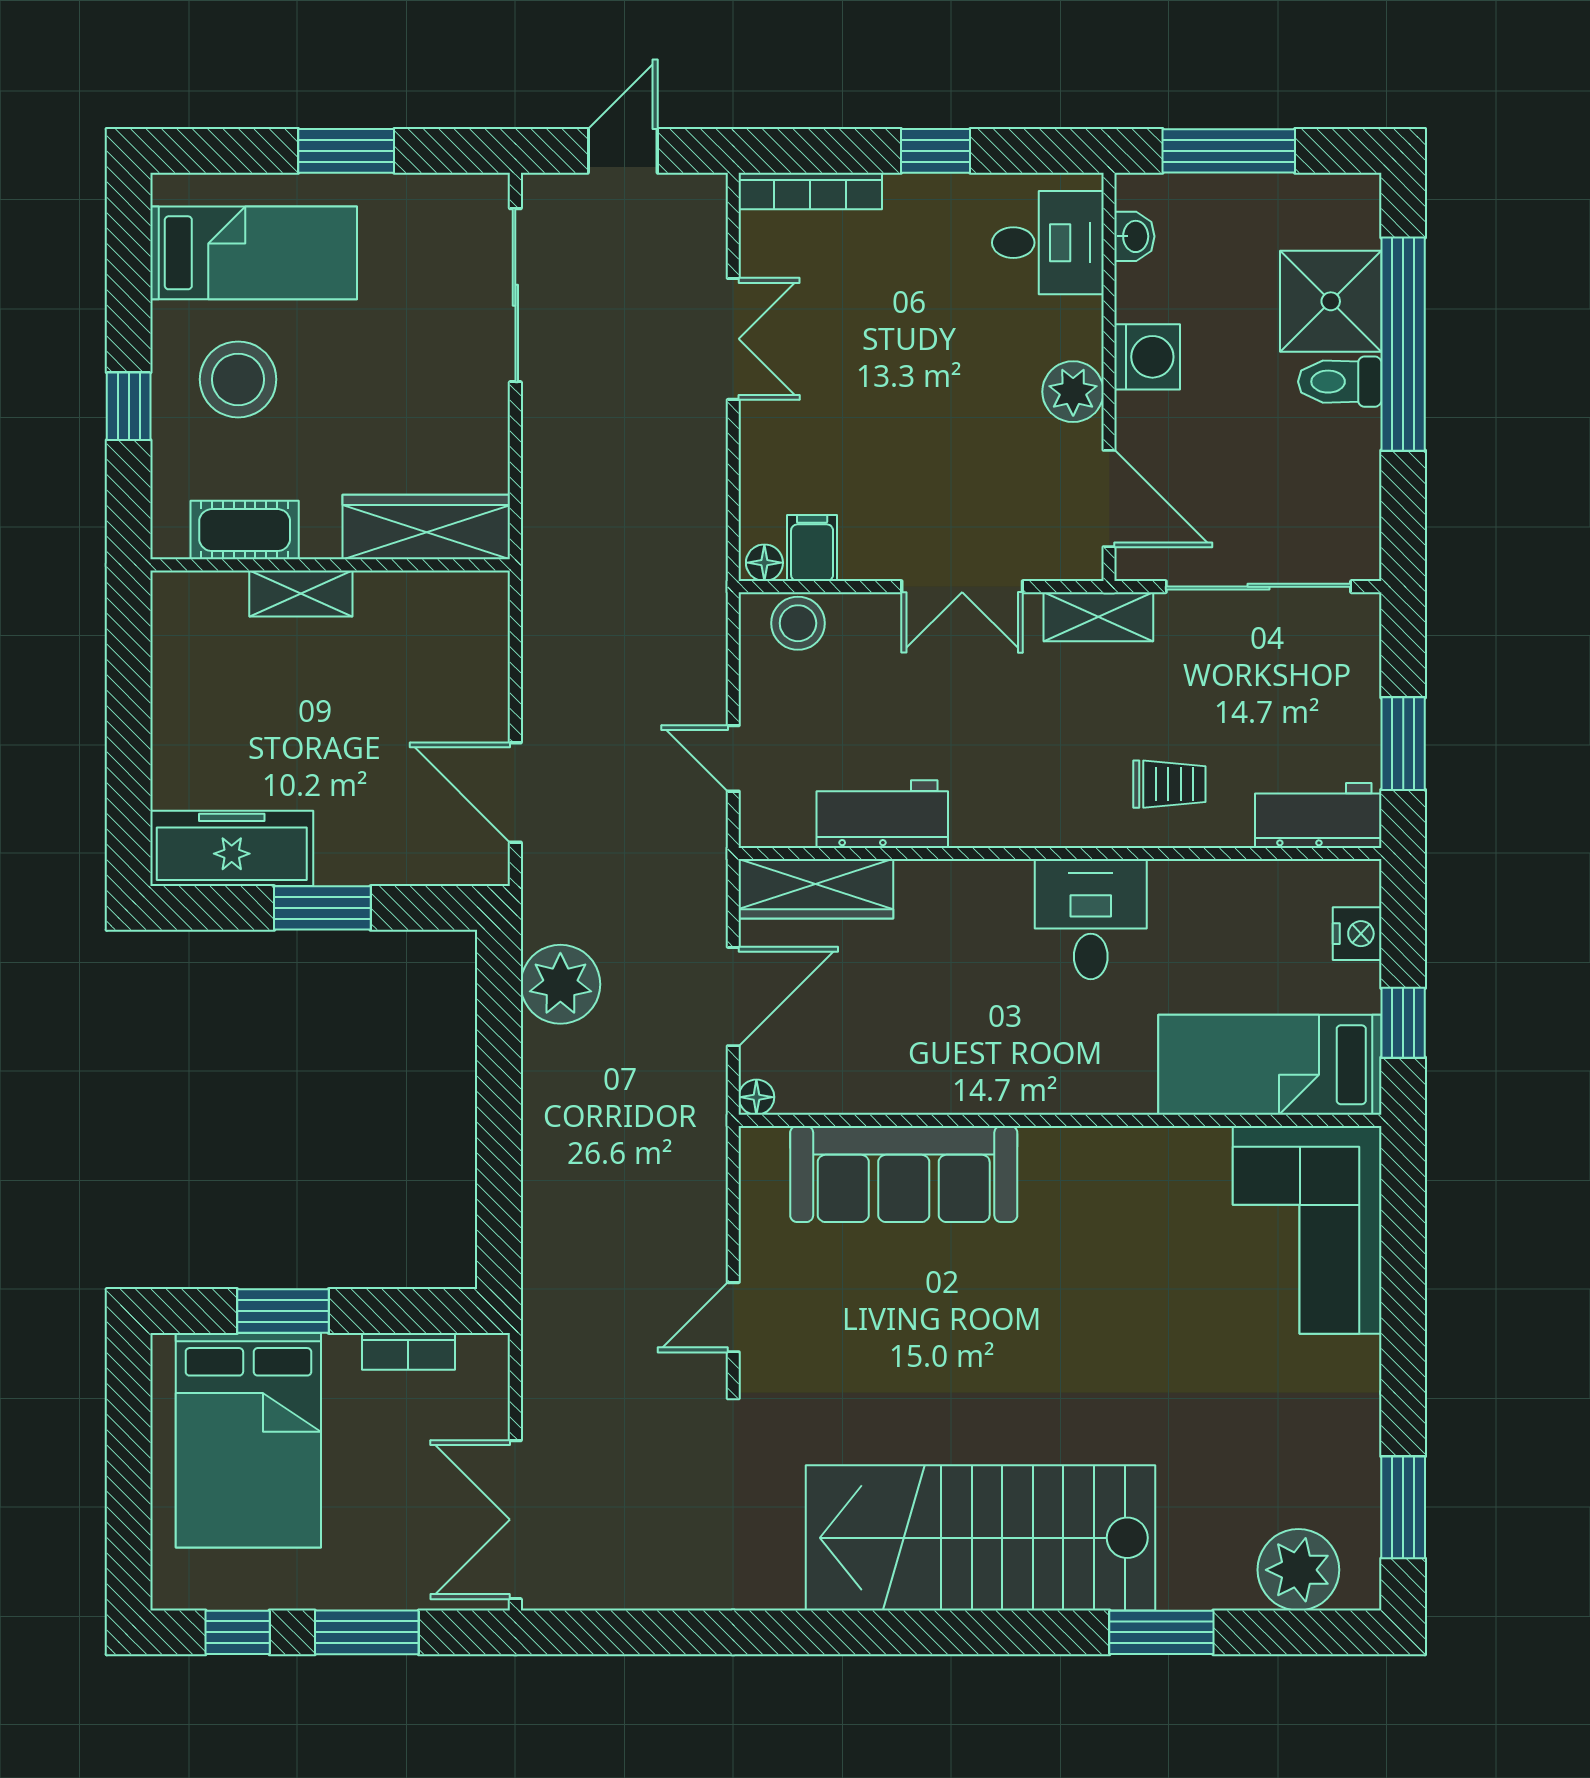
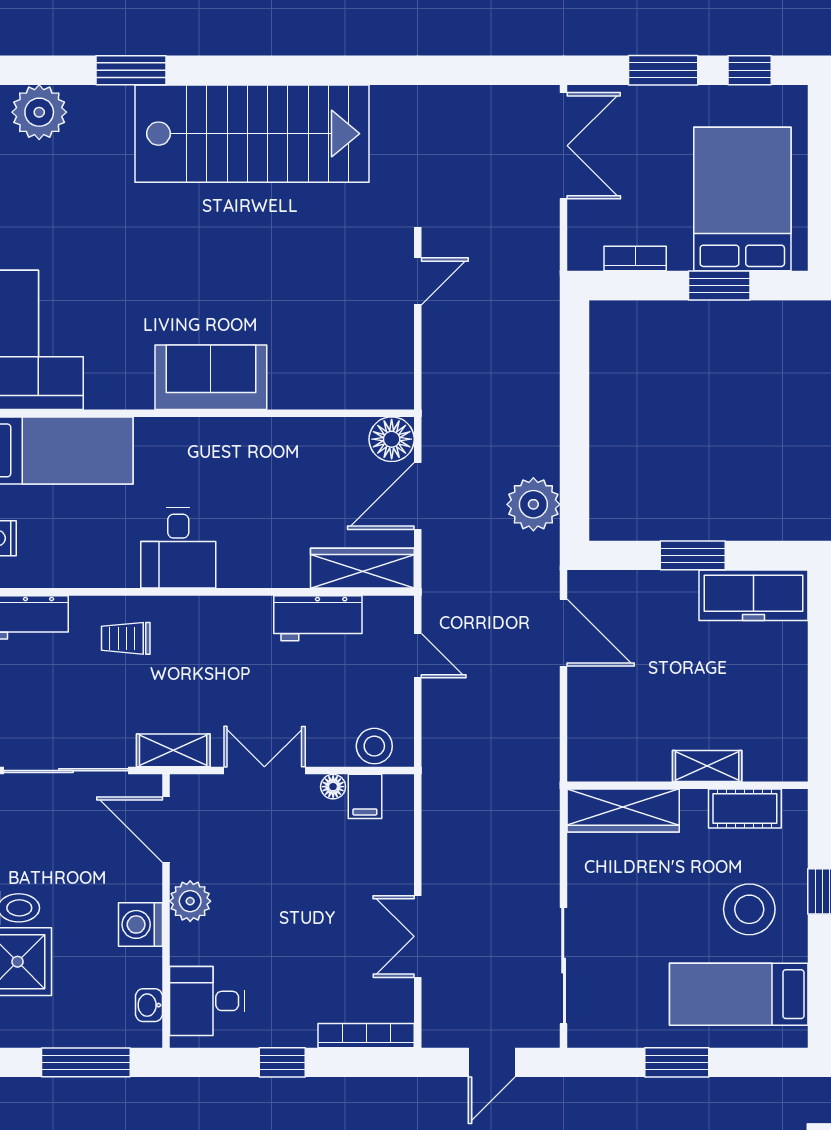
floor lamp: (764, 563) -> (333, 787), moved
floor lamp: (756, 1097) -> (392, 439), width x1.89, depth x1.89
sofa: (904, 1174) -> (211, 377), moved, width x0.73

